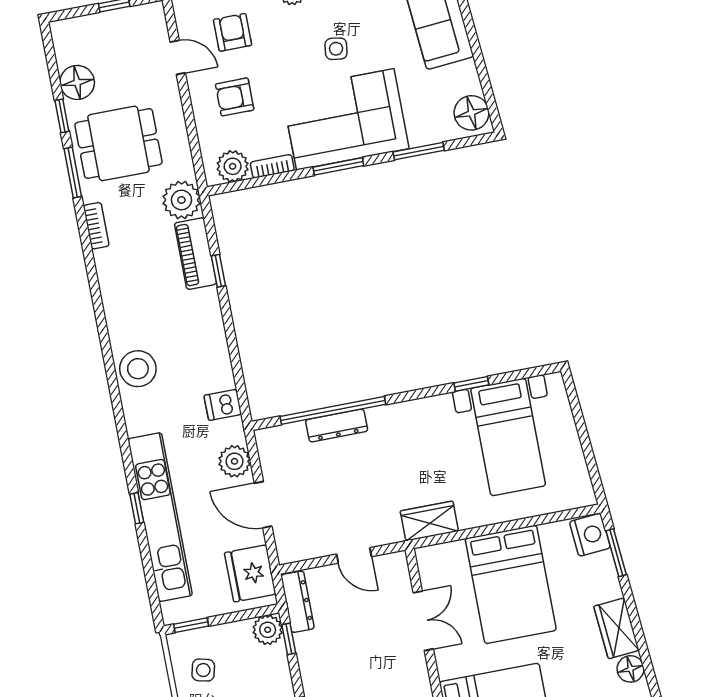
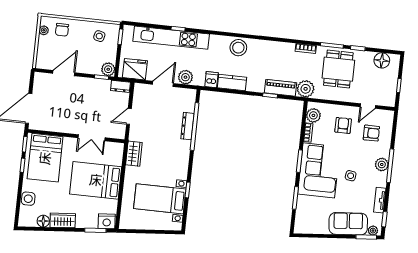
floor lamp: (77, 82) -> (382, 60), moved
floor lamp: (471, 113) -> (305, 226), removed
kitchen counter: (216, 359) -> (232, 82), added
dresser: (298, 602) -> (120, 86), width x0.70

